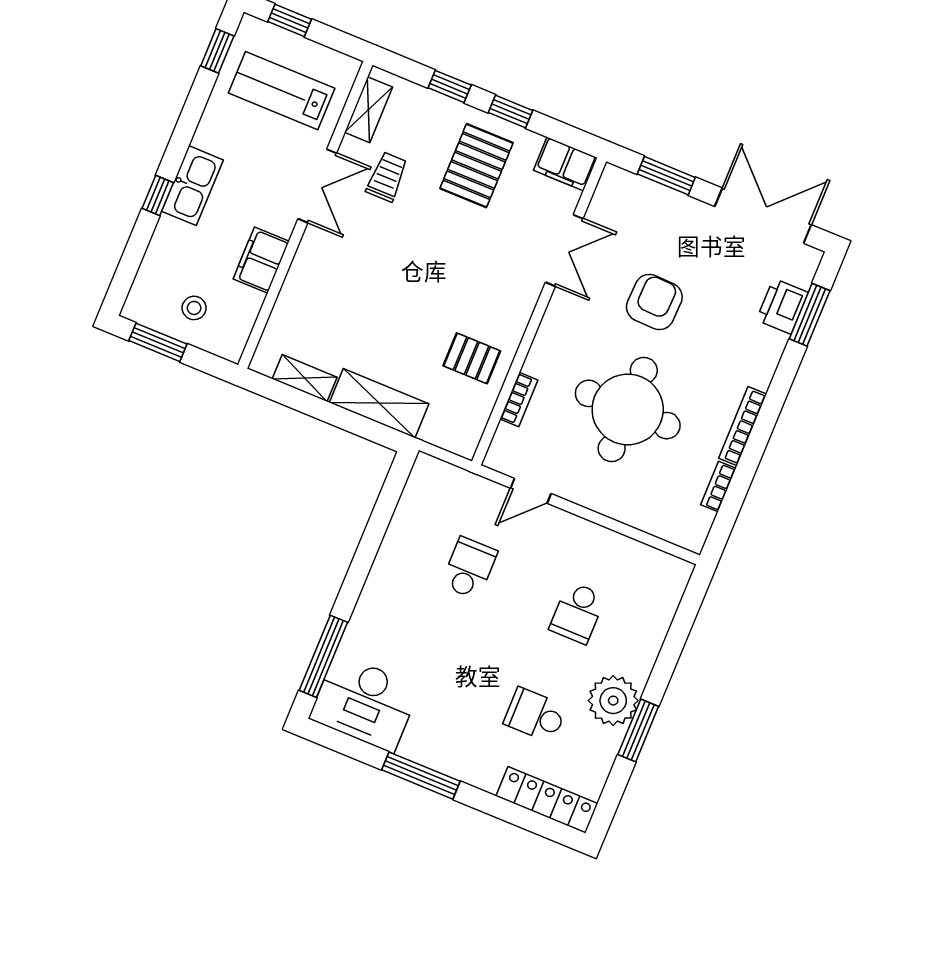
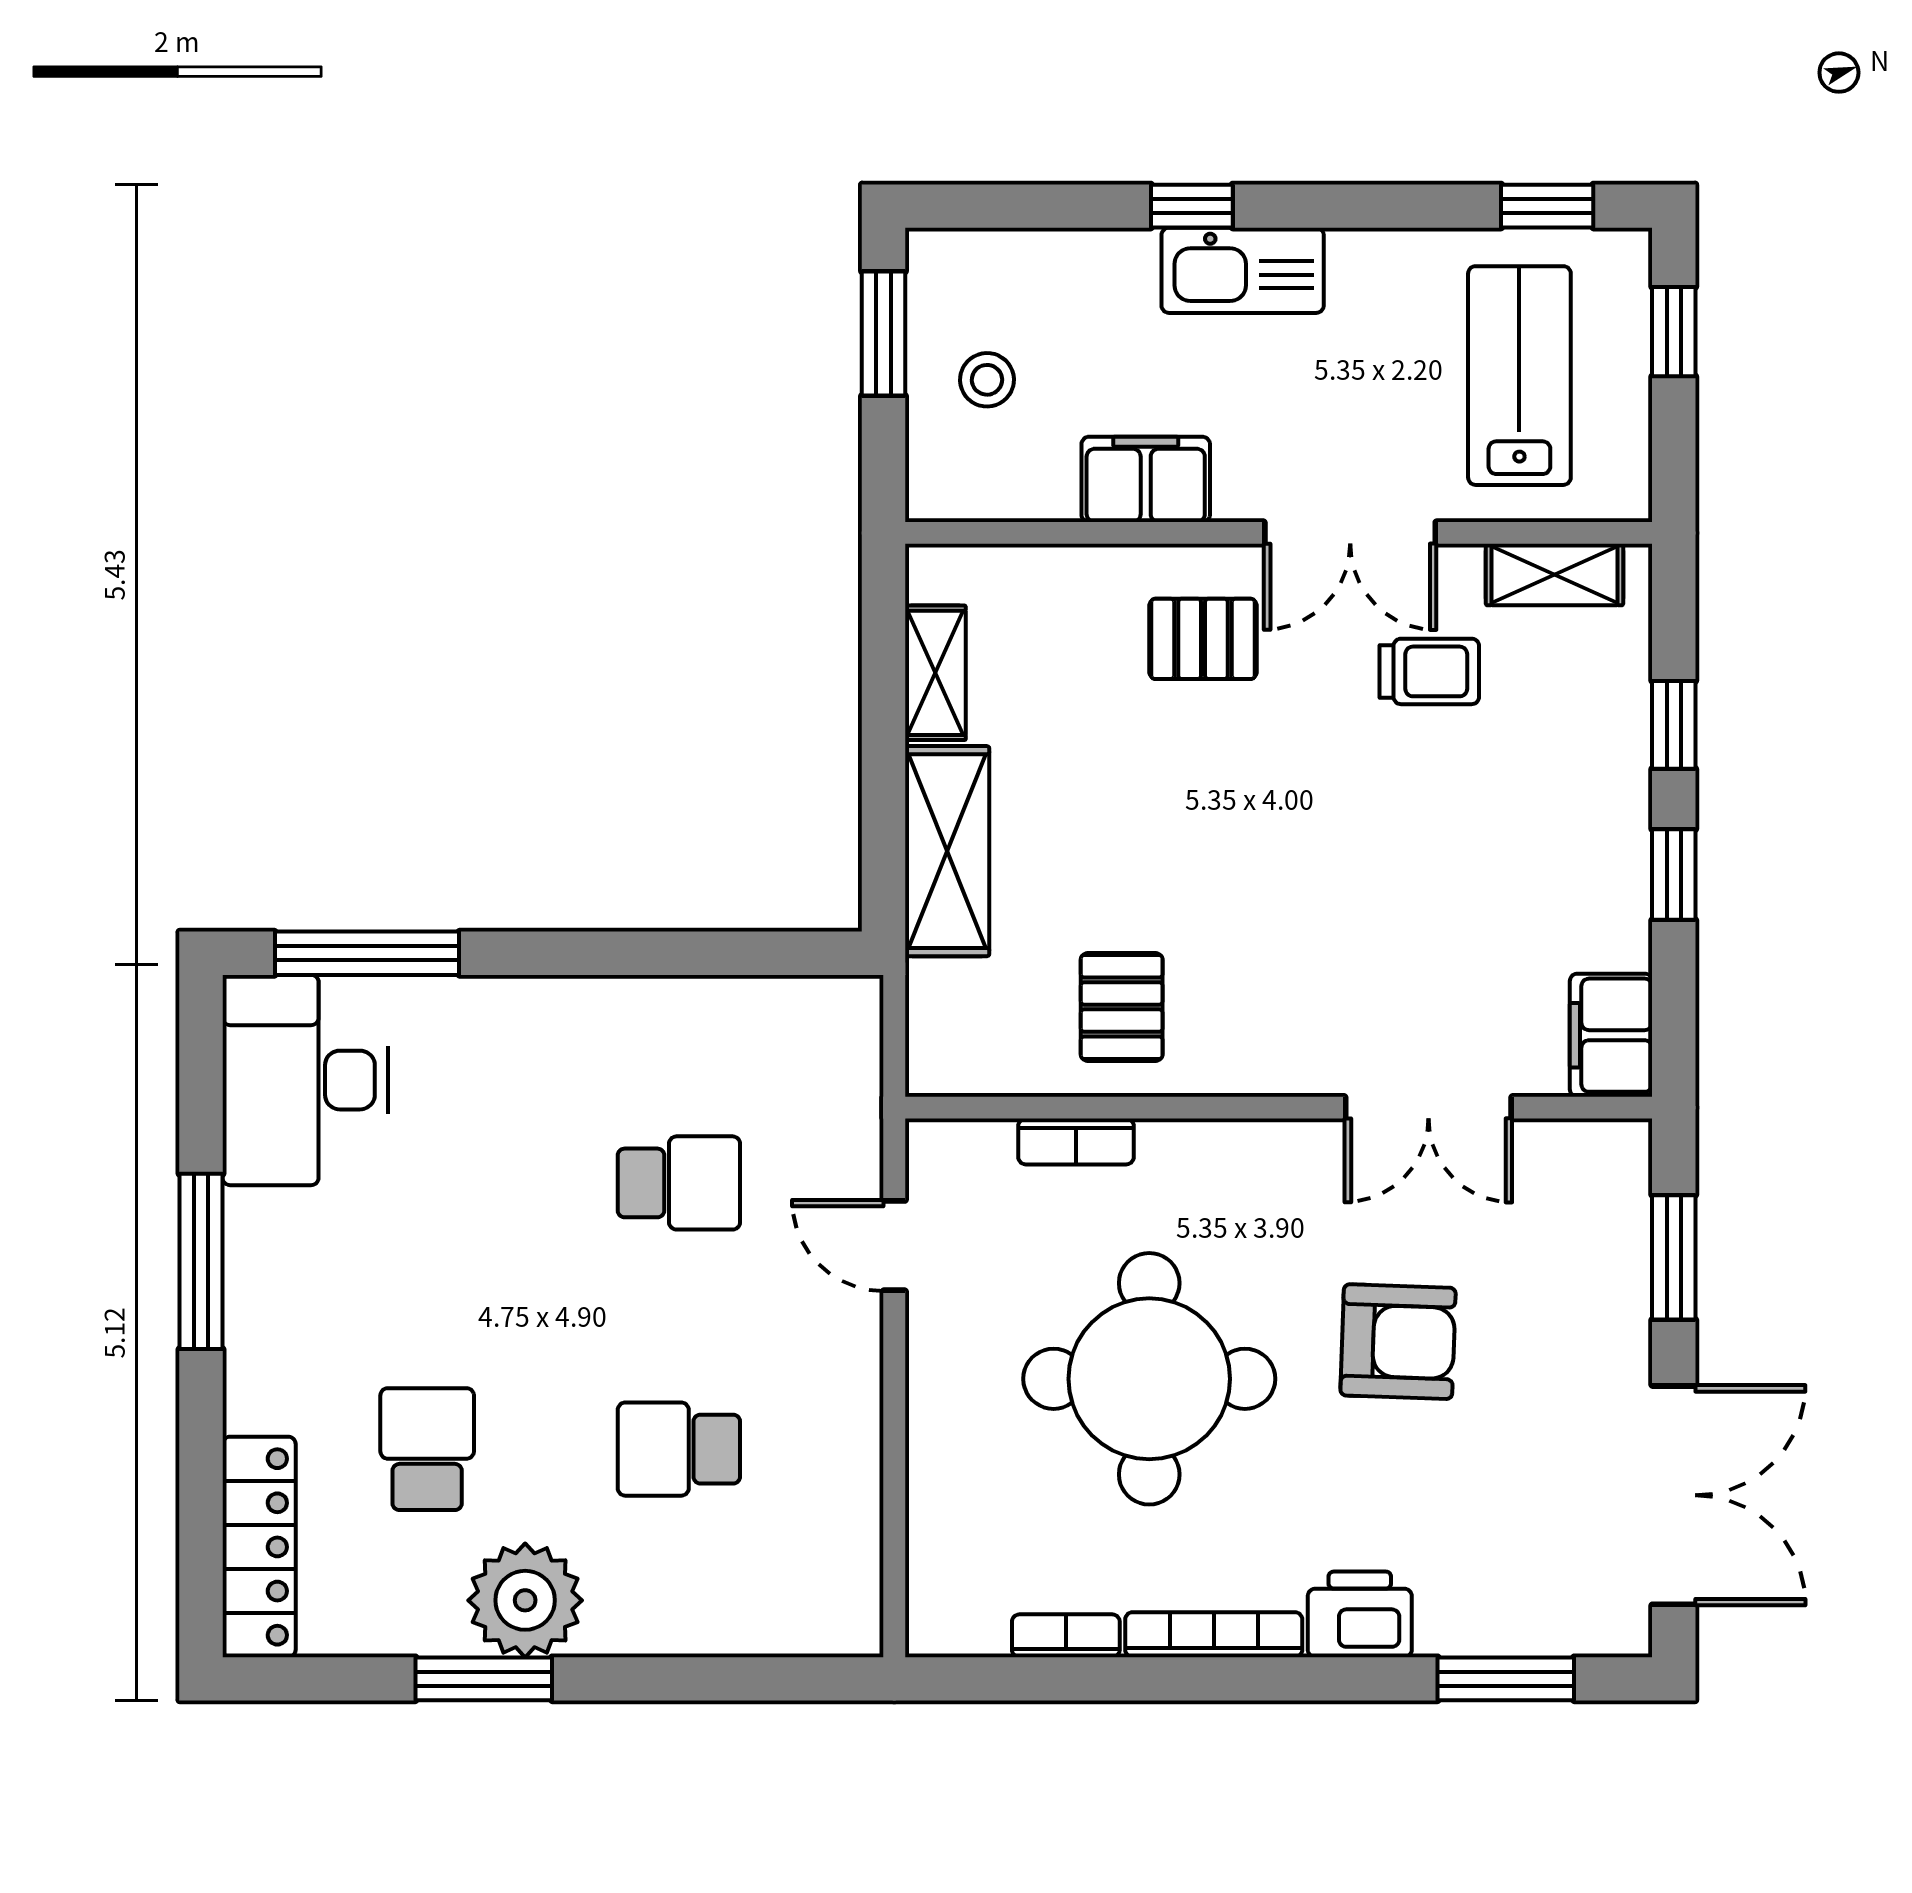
pallet: (476, 166) -> (1203, 639), moved, width x0.67, depth x0.71
printer: (782, 306) -> (1360, 1614), moved

